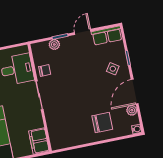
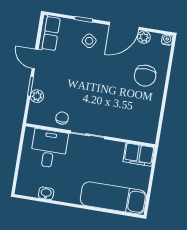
door: (135, 92) -> (124, 26), hinge flipped
chair: (102, 123) -> (145, 76), turned 180

